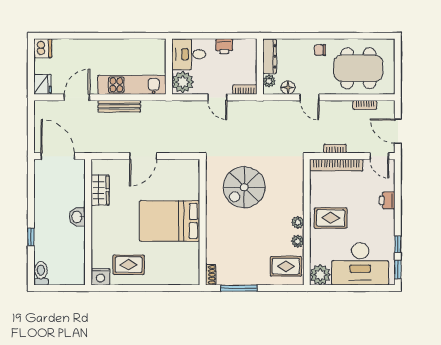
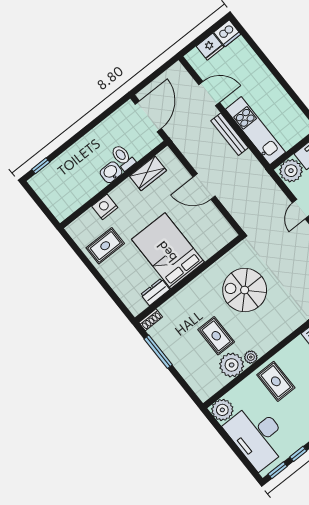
fridge: (42, 84) -> (210, 47), moved
window: (31, 237) -> (41, 166), moved
plant: (298, 241) -> (232, 365), width x1.88, depth x1.88
dresser: (193, 255) -> (155, 292), added
rug: (129, 265) -> (105, 246), turned 90
rug: (286, 266) -> (216, 336), moved
toilet: (41, 273) -> (123, 157), moved, turned -90
nightstand: (100, 277) -> (105, 207), moved, turned 90

